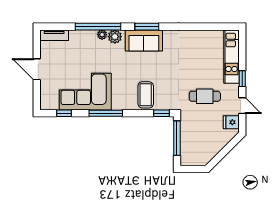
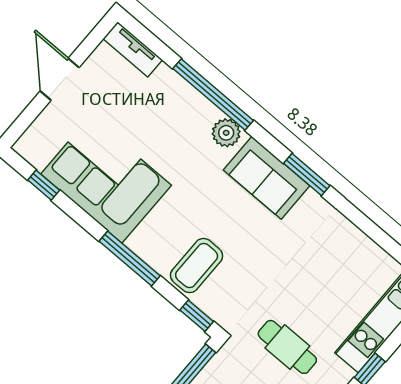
window: (147, 27) -> (307, 175), moved
plant: (102, 35) -> (209, 113), removed
window: (106, 113) -> (130, 259), moved

